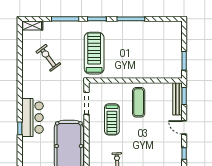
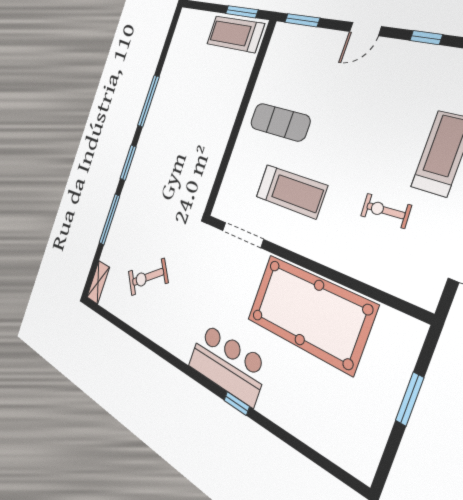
treadmill: (94, 53) -> (235, 34), moved, width x0.73, depth x0.73
bench: (177, 99) -> (303, 36), removed

